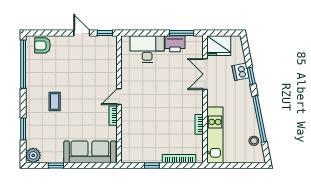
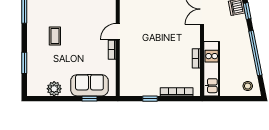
stool: (254, 141) -> (248, 86), moved
sofa: (90, 152) -> (89, 85), width x0.73
plant: (33, 155) -> (54, 89), moved
window: (56, 165) -> (89, 99), moved

